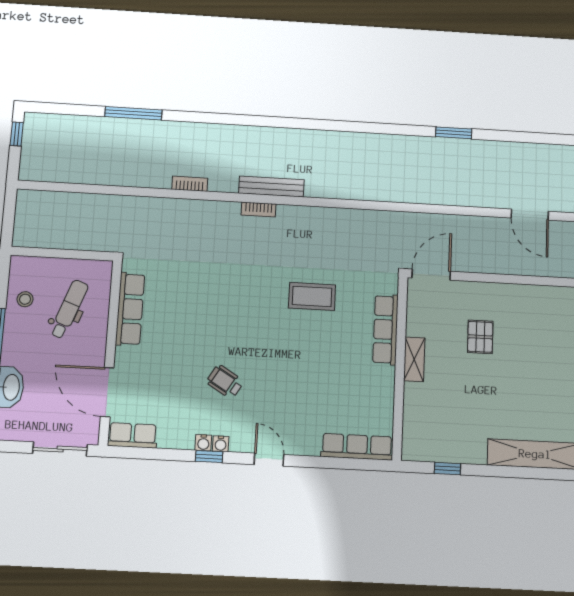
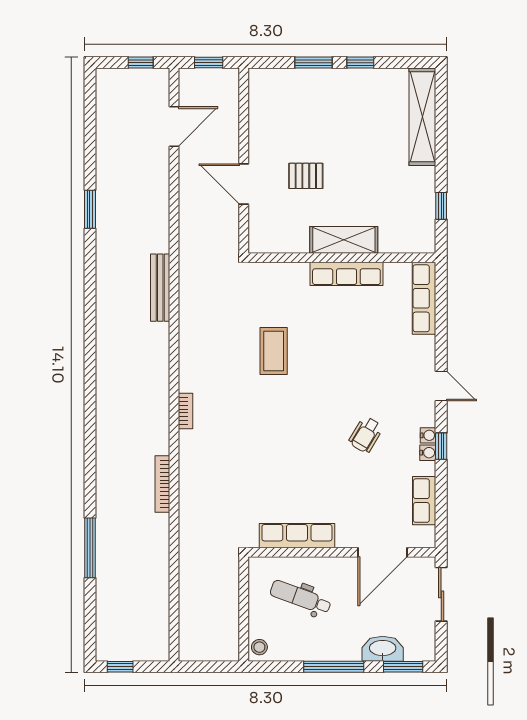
bookcase: (190, 184) -> (162, 484), width x1.56
bench: (271, 187) -> (160, 288), moved
door: (431, 275) -> (244, 184), moved
stool: (25, 299) -> (259, 647), moved
row of seats: (386, 329) -> (346, 274), moved
shelving: (414, 359) -> (344, 240), width x1.50, depth x1.33
row of seats: (133, 435) -> (424, 501), moved
door: (269, 460) -> (441, 386), swing flipped

